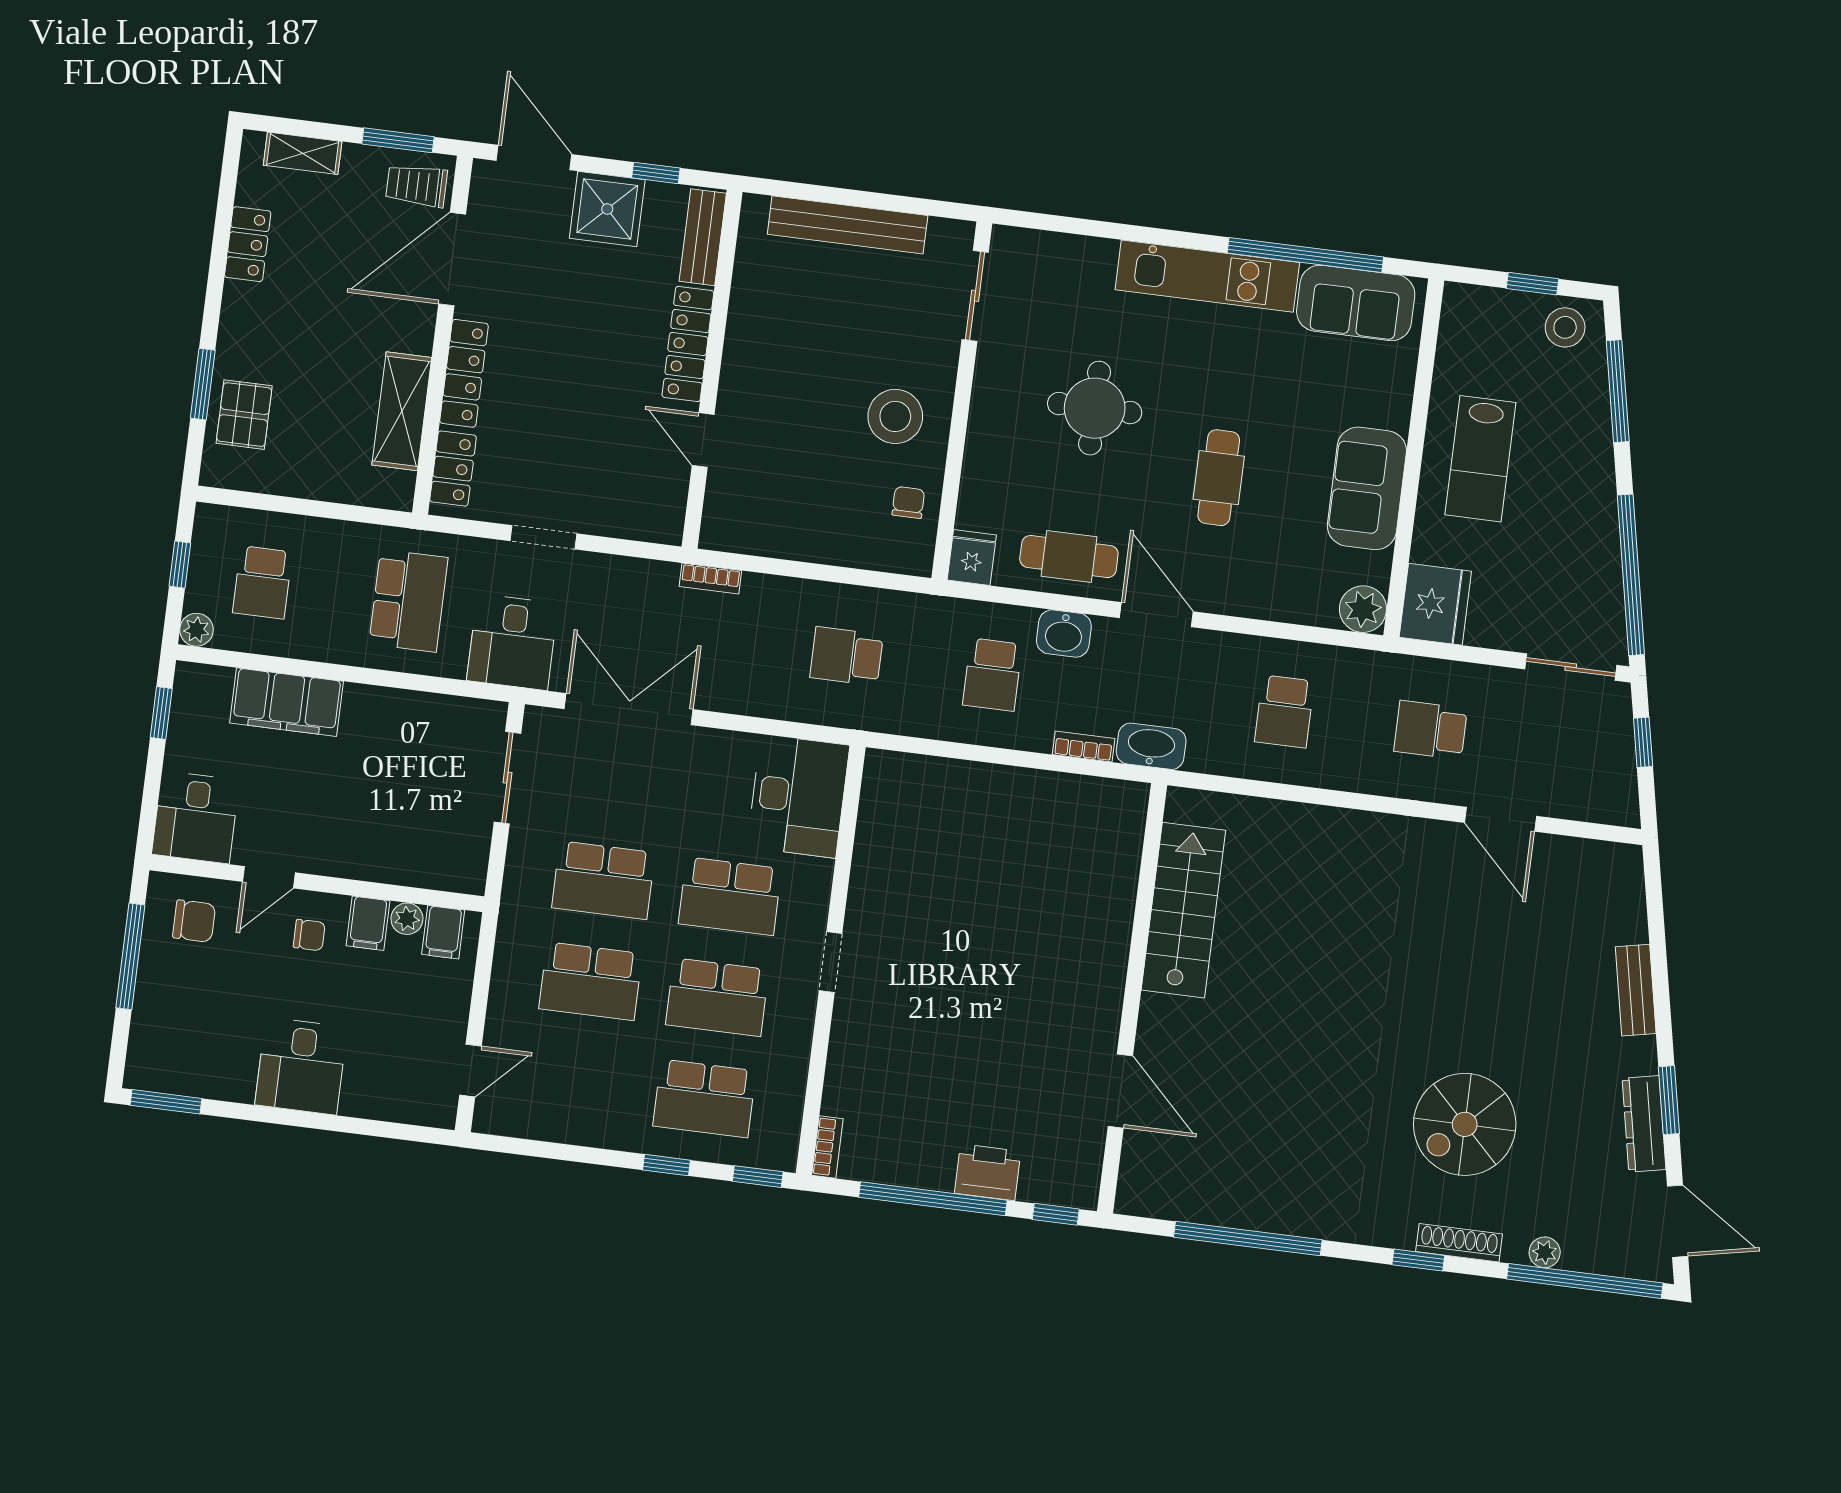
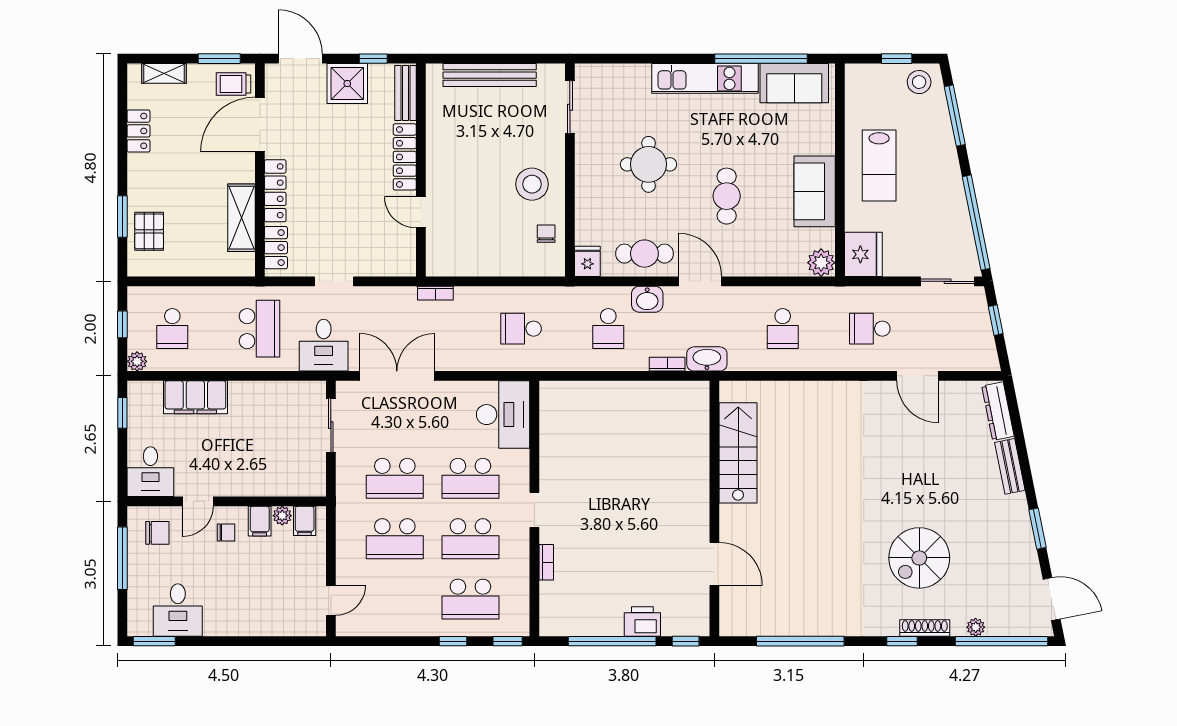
desk: (301, 1066) -> (178, 610), moved
dresser: (1644, 1124) -> (998, 411), moved
bookcase: (827, 1147) -> (546, 562), moved

